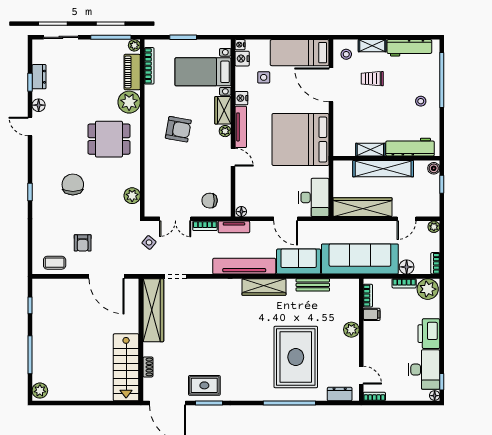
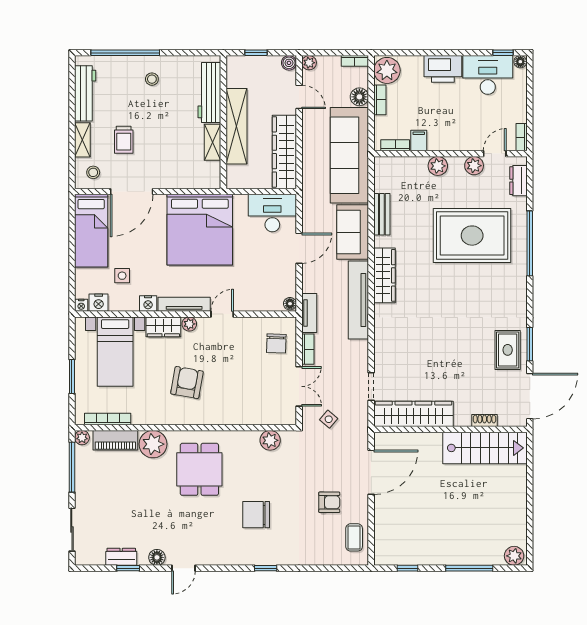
boiler: (434, 168) -> (289, 63), moved
plant: (352, 359) -> (474, 166), added

